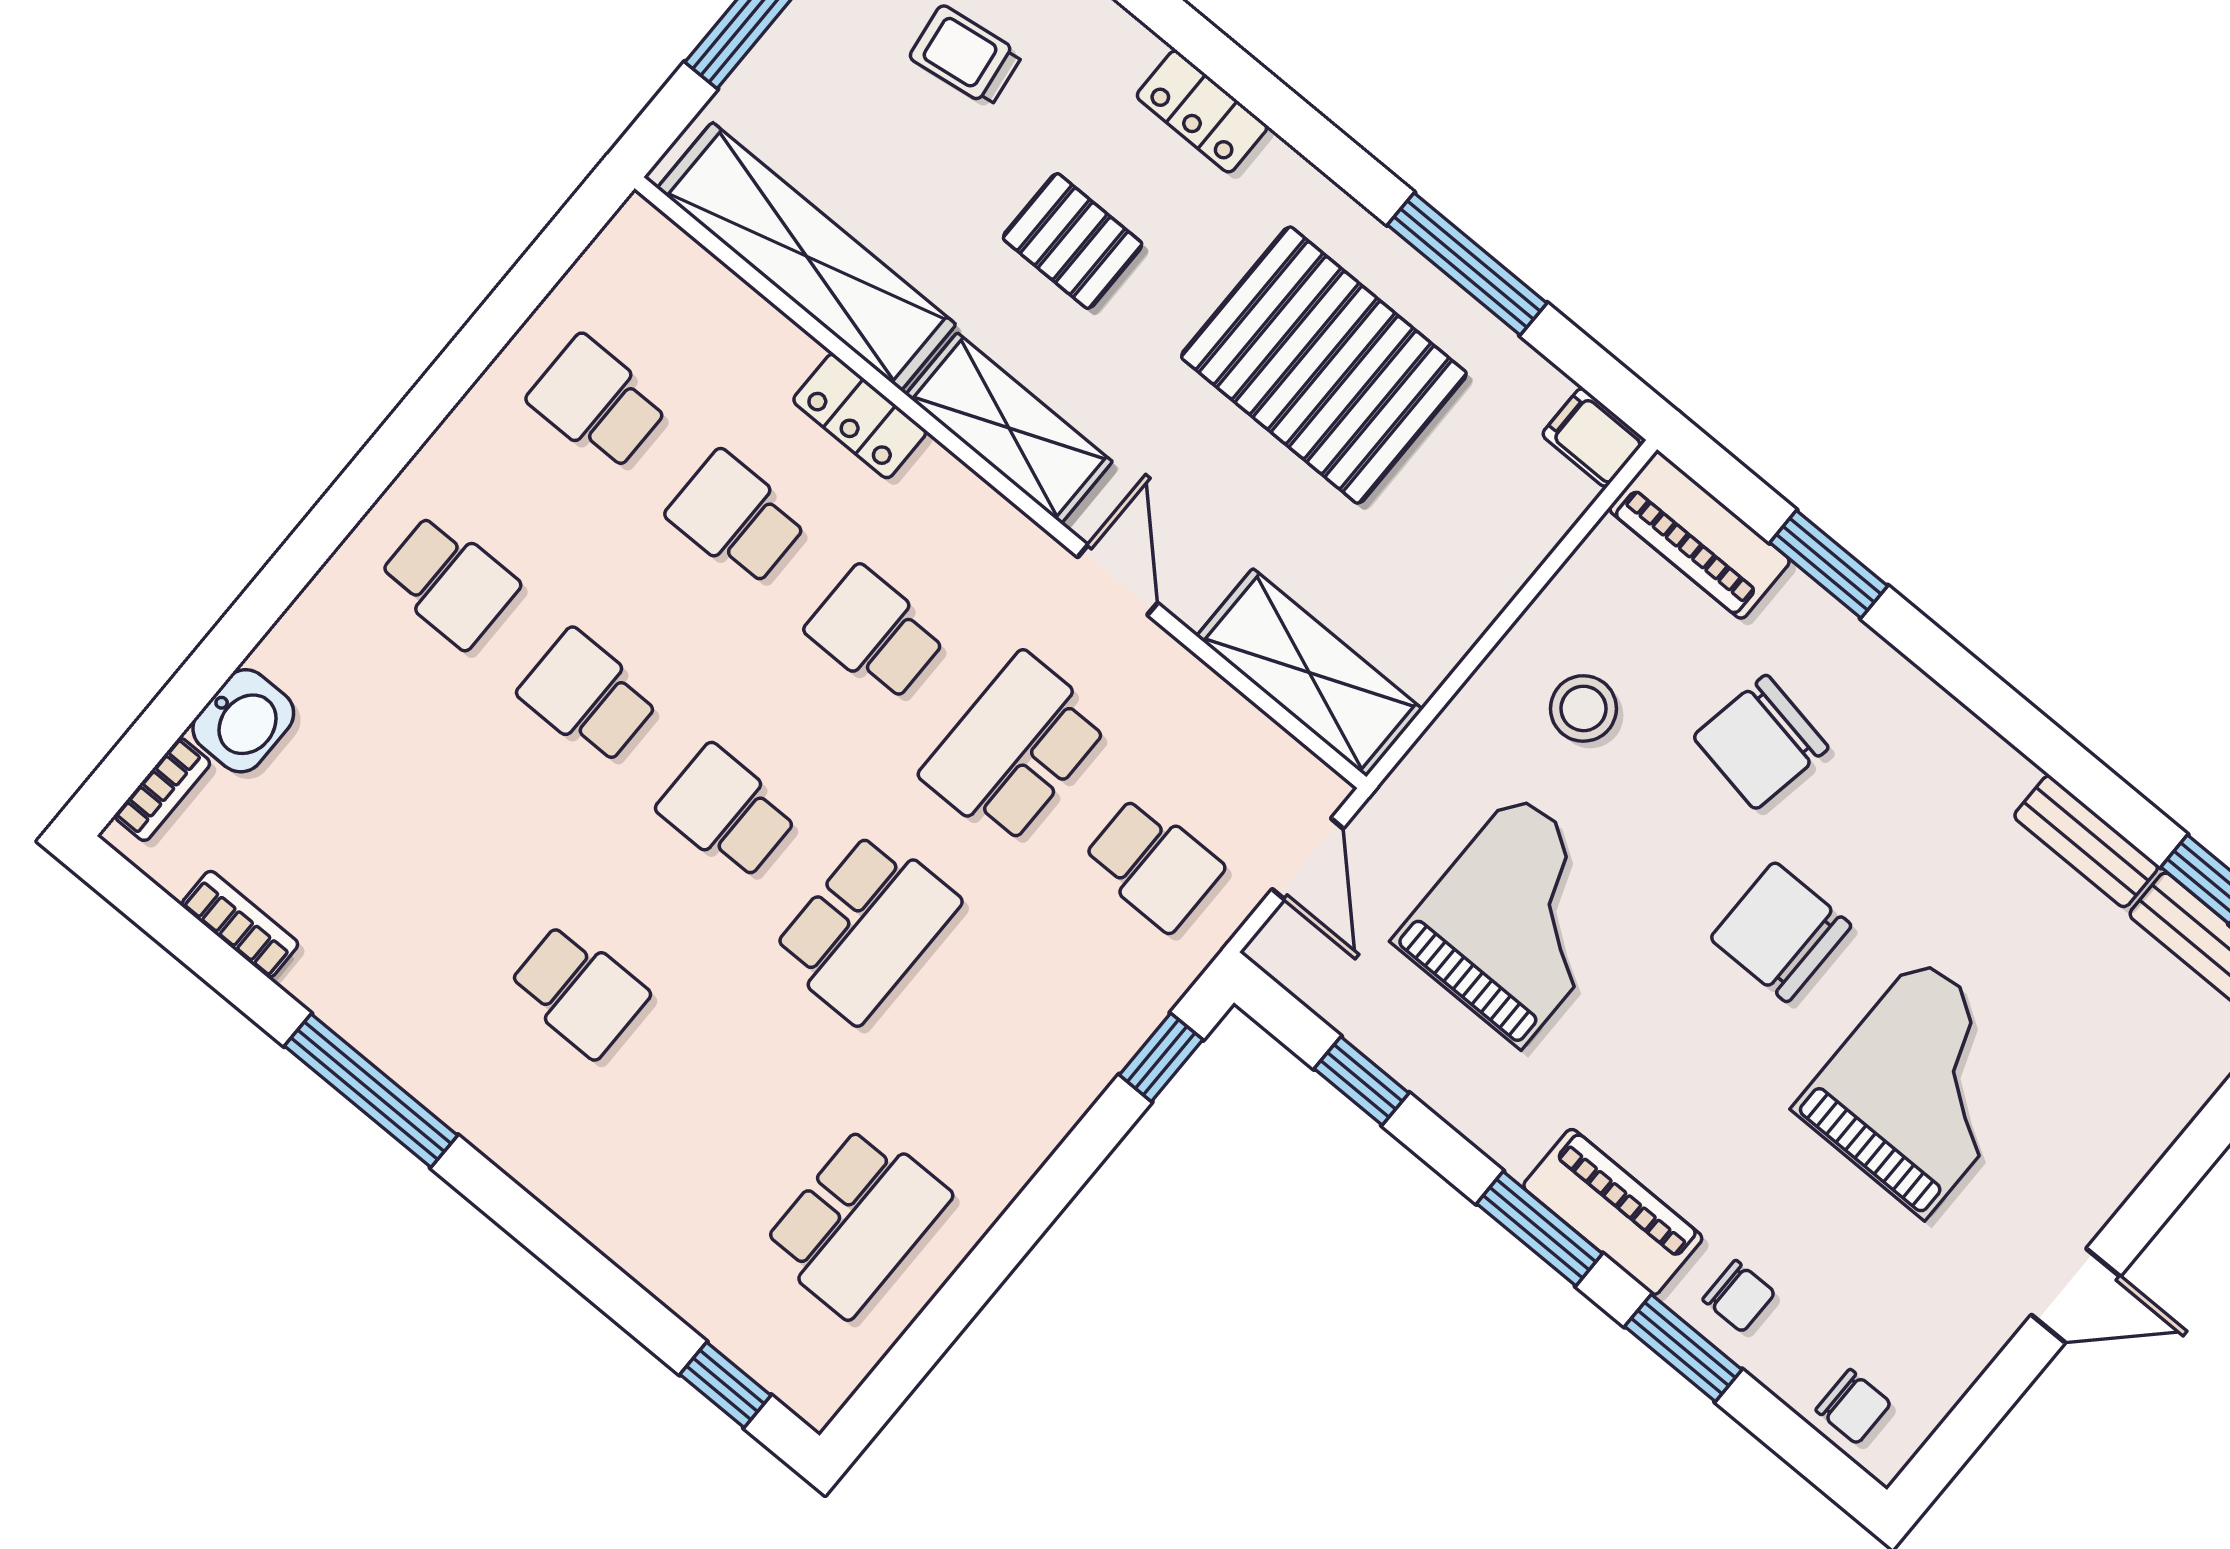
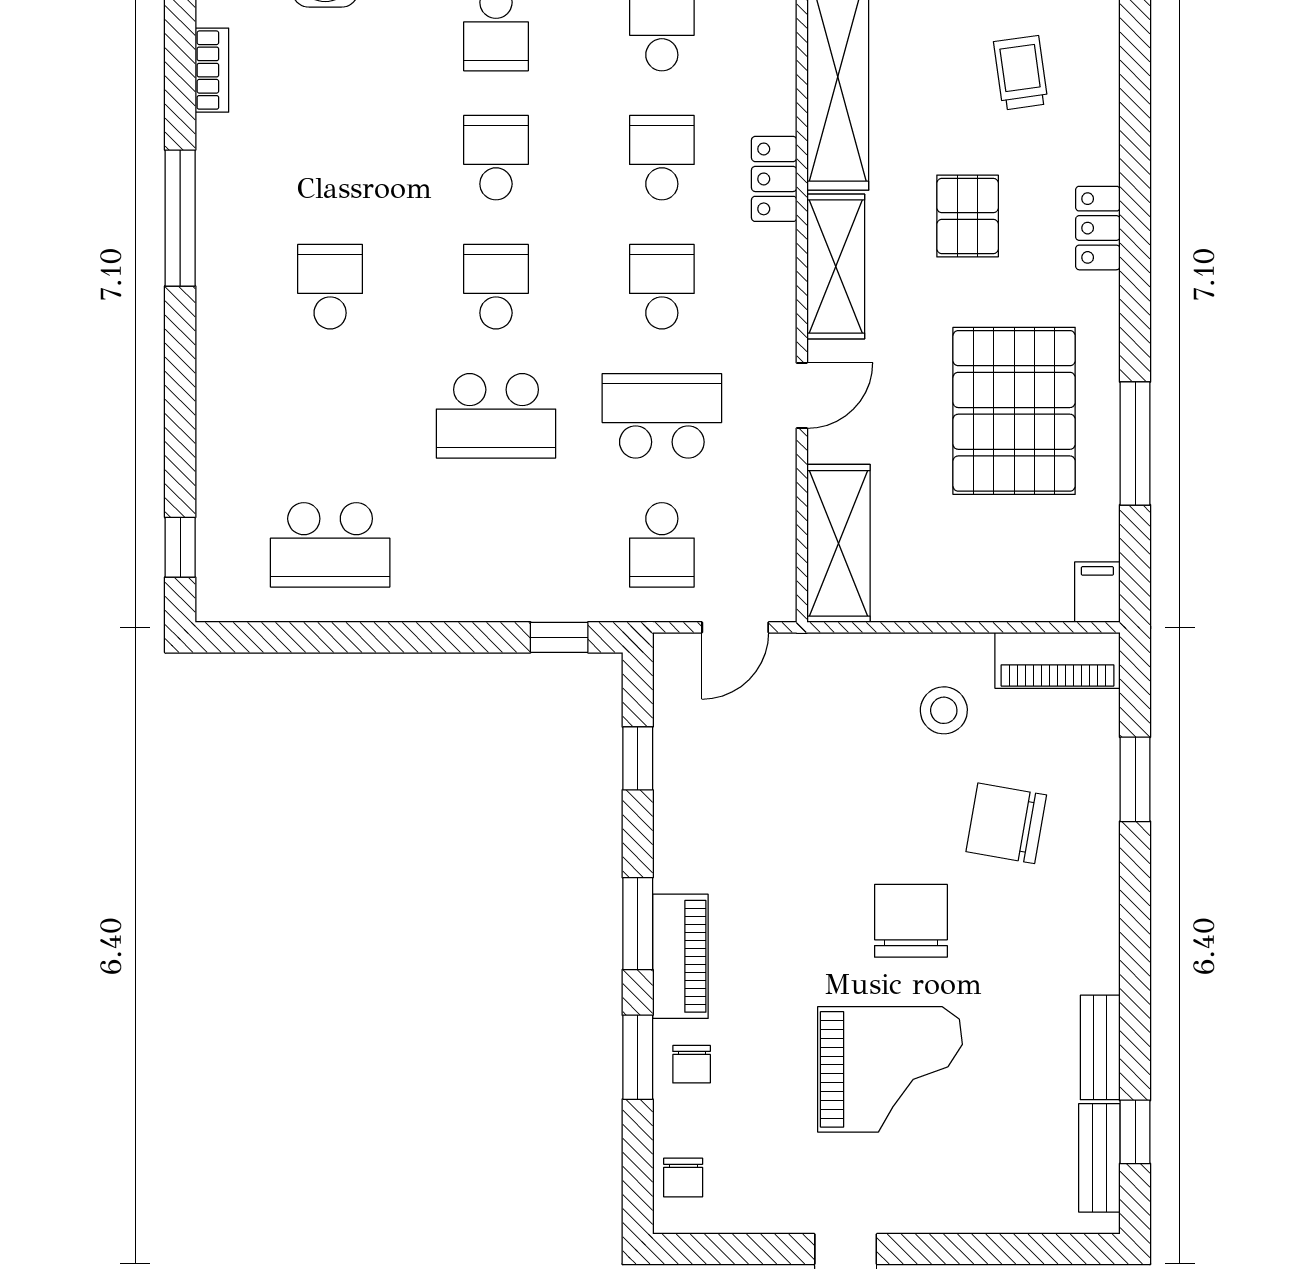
piano: (1699, 535) -> (1058, 660), moved, turned -90
grand piano: (1518, 920) -> (798, 771), removed
school desk: (579, 991) -> (330, 287), turned 180

